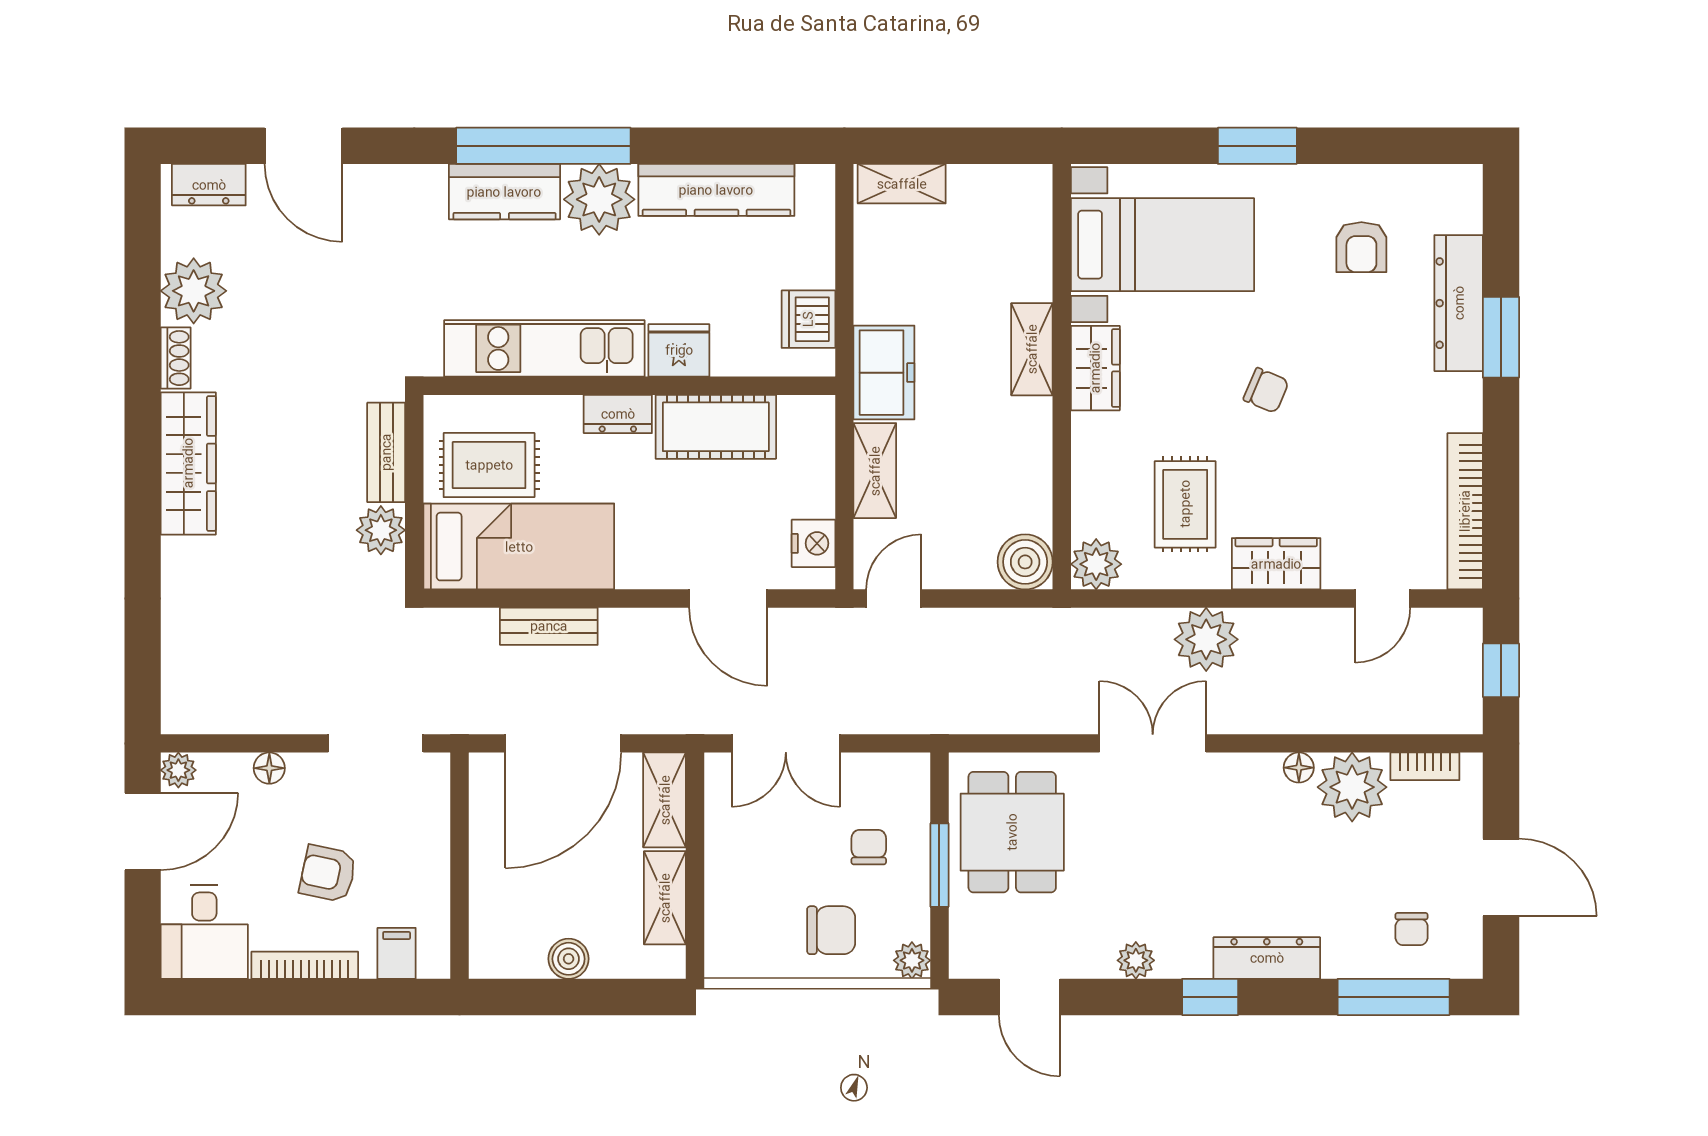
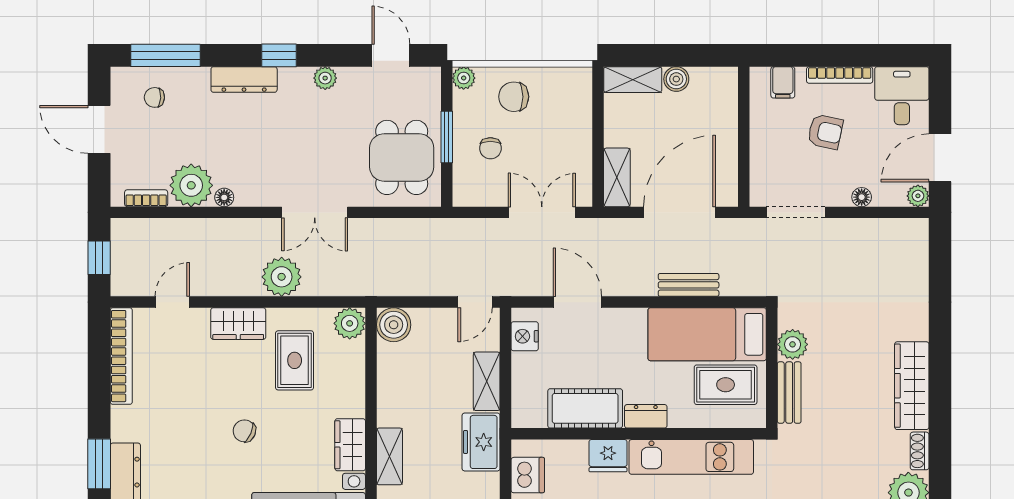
shelving: (665, 898) -> (633, 80), moved, turned 90
chair: (1412, 929) -> (154, 97), turned -87

